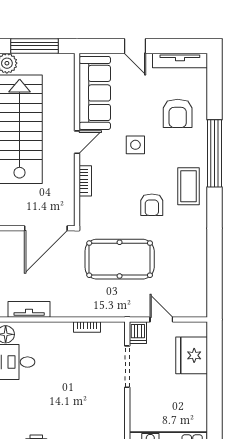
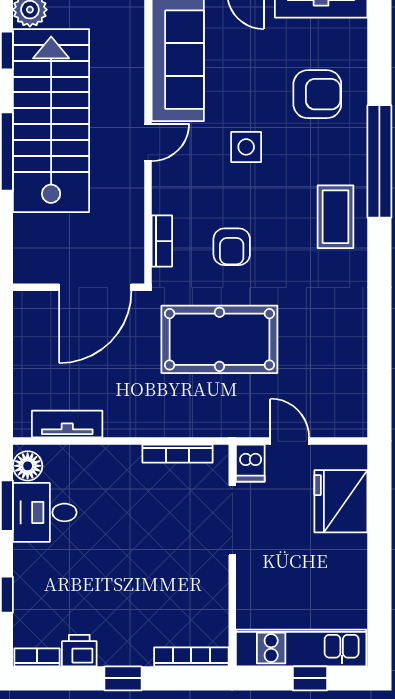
armchair: (178, 113) -> (317, 94), turned -90
bookcase: (85, 181) -> (162, 241), moved
armchair: (152, 205) -> (232, 247), moved
bookcase: (87, 327) -> (177, 454), width x1.56

